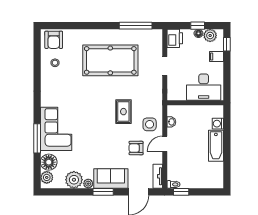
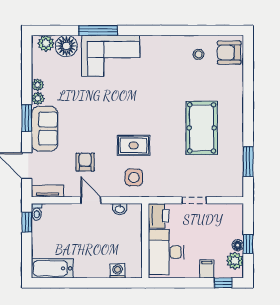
window: (136, 26) -> (248, 162), width x0.69
printer: (175, 38) -> (159, 216), moved, turned -90
pool table: (110, 60) -> (202, 128), width x0.73, depth x0.76
side table: (150, 124) -> (134, 177), moved
bathtub: (216, 146) -> (52, 268), moved
plant: (74, 180) -> (38, 85), width x0.53, depth x0.53

